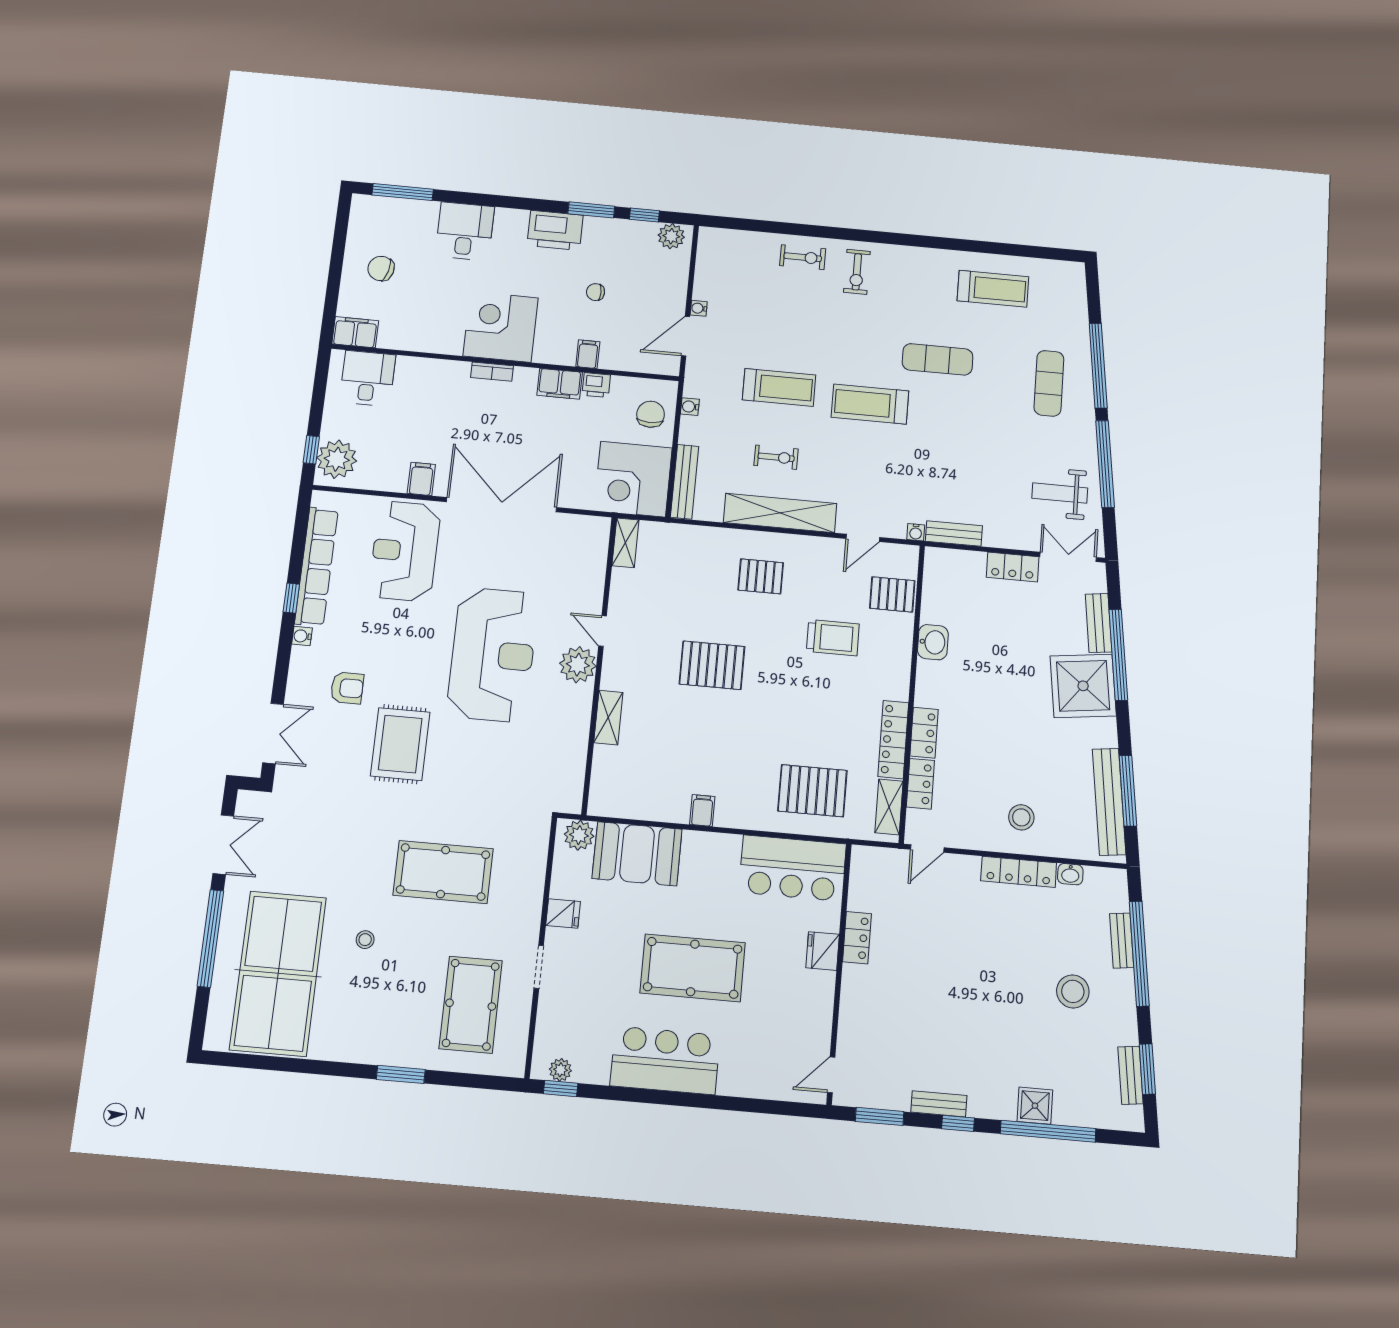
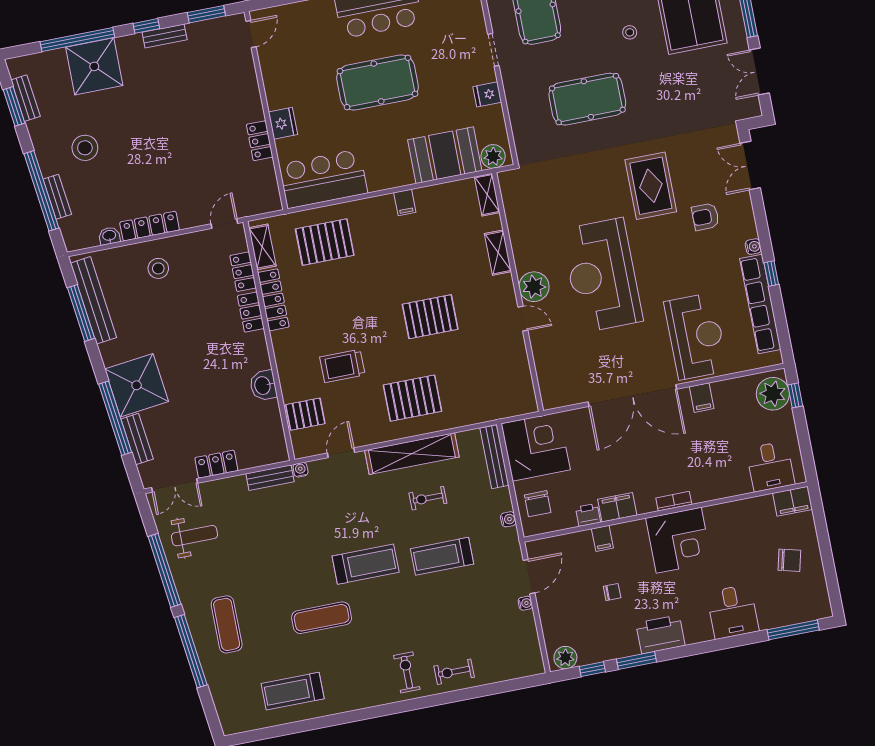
shelving: (625, 543) -> (487, 195), moved
pallet: (761, 576) -> (412, 398), width x1.50, depth x1.42
shower: (1035, 1106) -> (94, 66), width x1.86, depth x1.86

